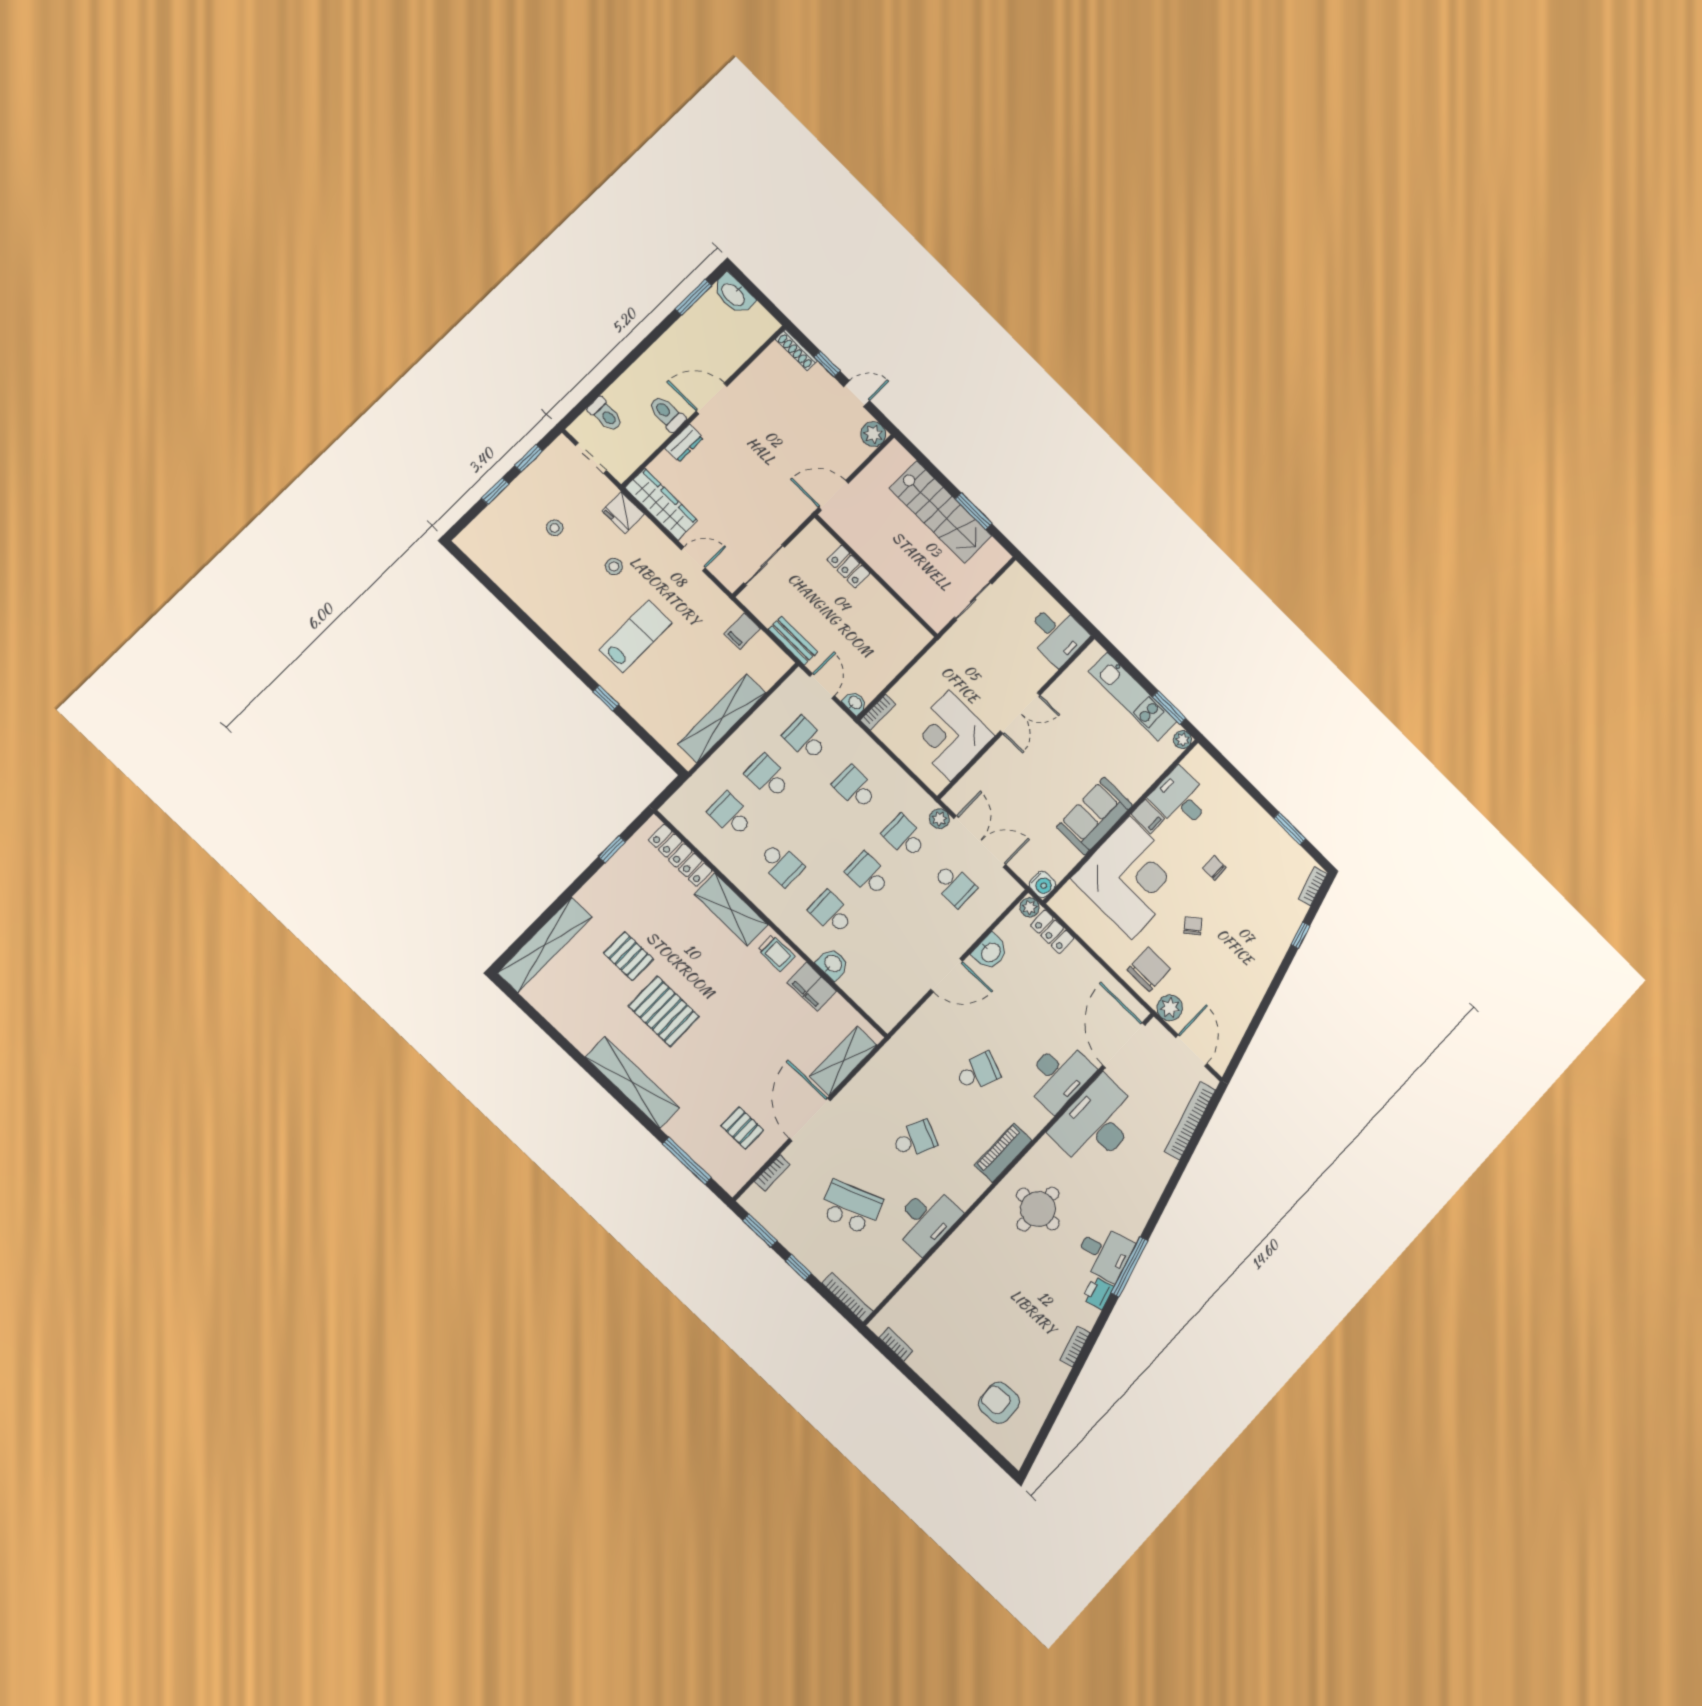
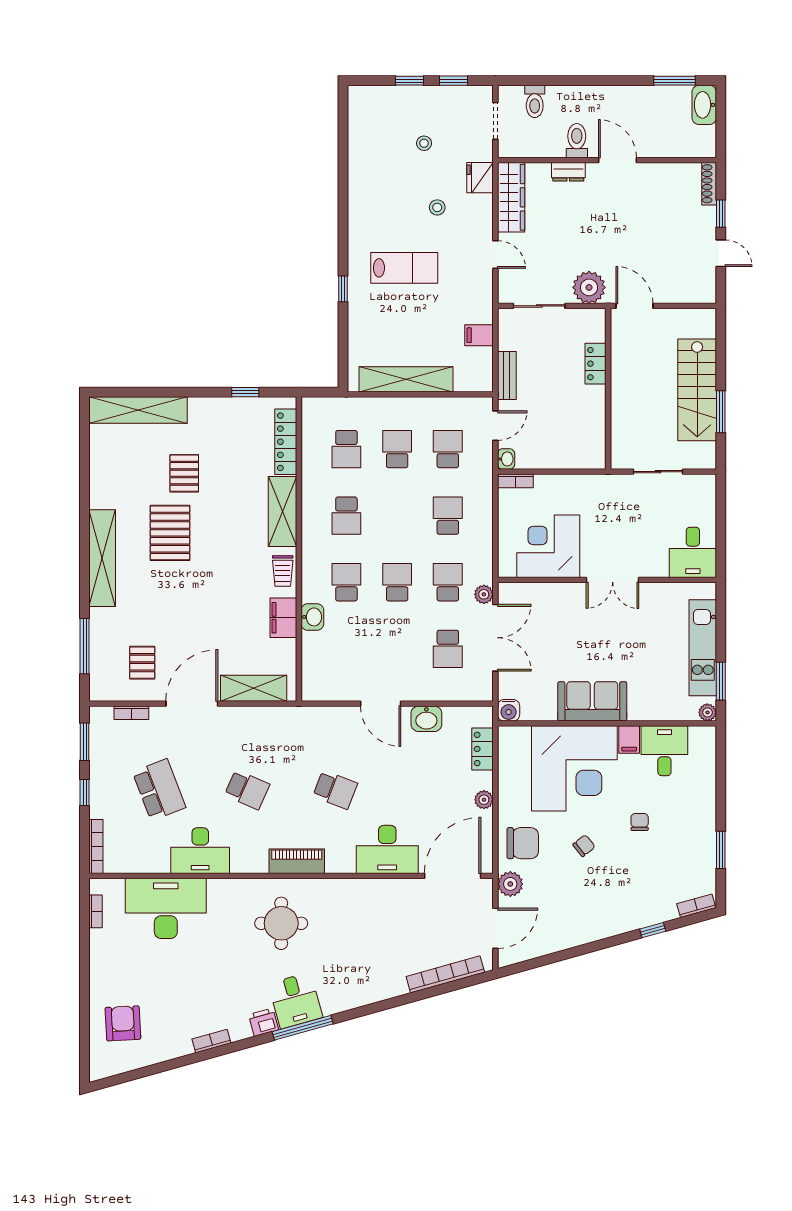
plant: (873, 434) -> (589, 287), moved, width x1.36, depth x1.36
school desk: (731, 815) -> (346, 449), turned 180
plant: (1030, 907) -> (484, 800), moved
desk: (1096, 1123) -> (166, 908), moved

